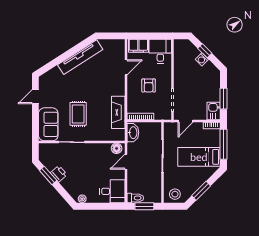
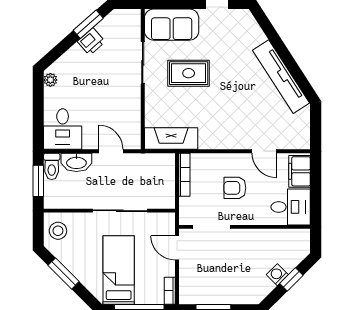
kitchen sink: (214, 111) -> (193, 294), removed
fireplace: (118, 112) -> (171, 139), moved
washbasin: (133, 133) -> (76, 162), moved
floor lamp: (117, 148) -> (132, 136), removed

